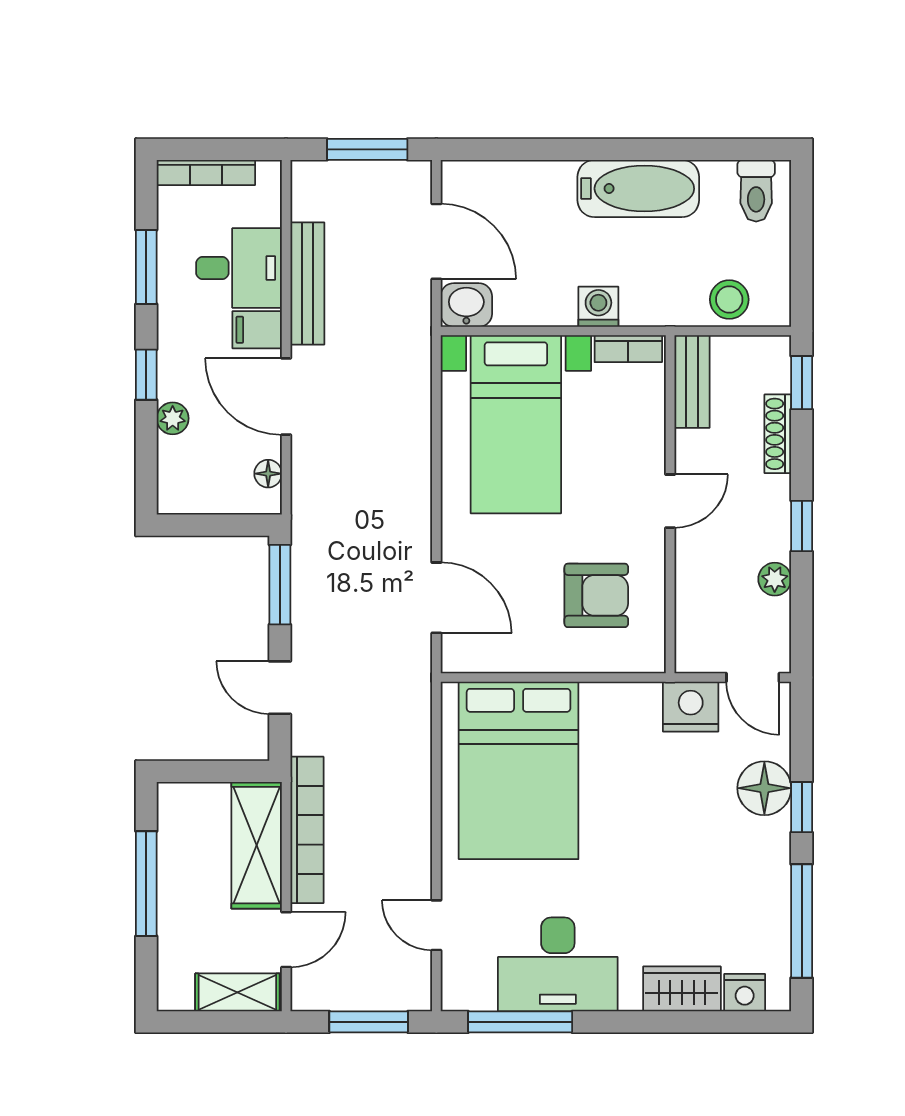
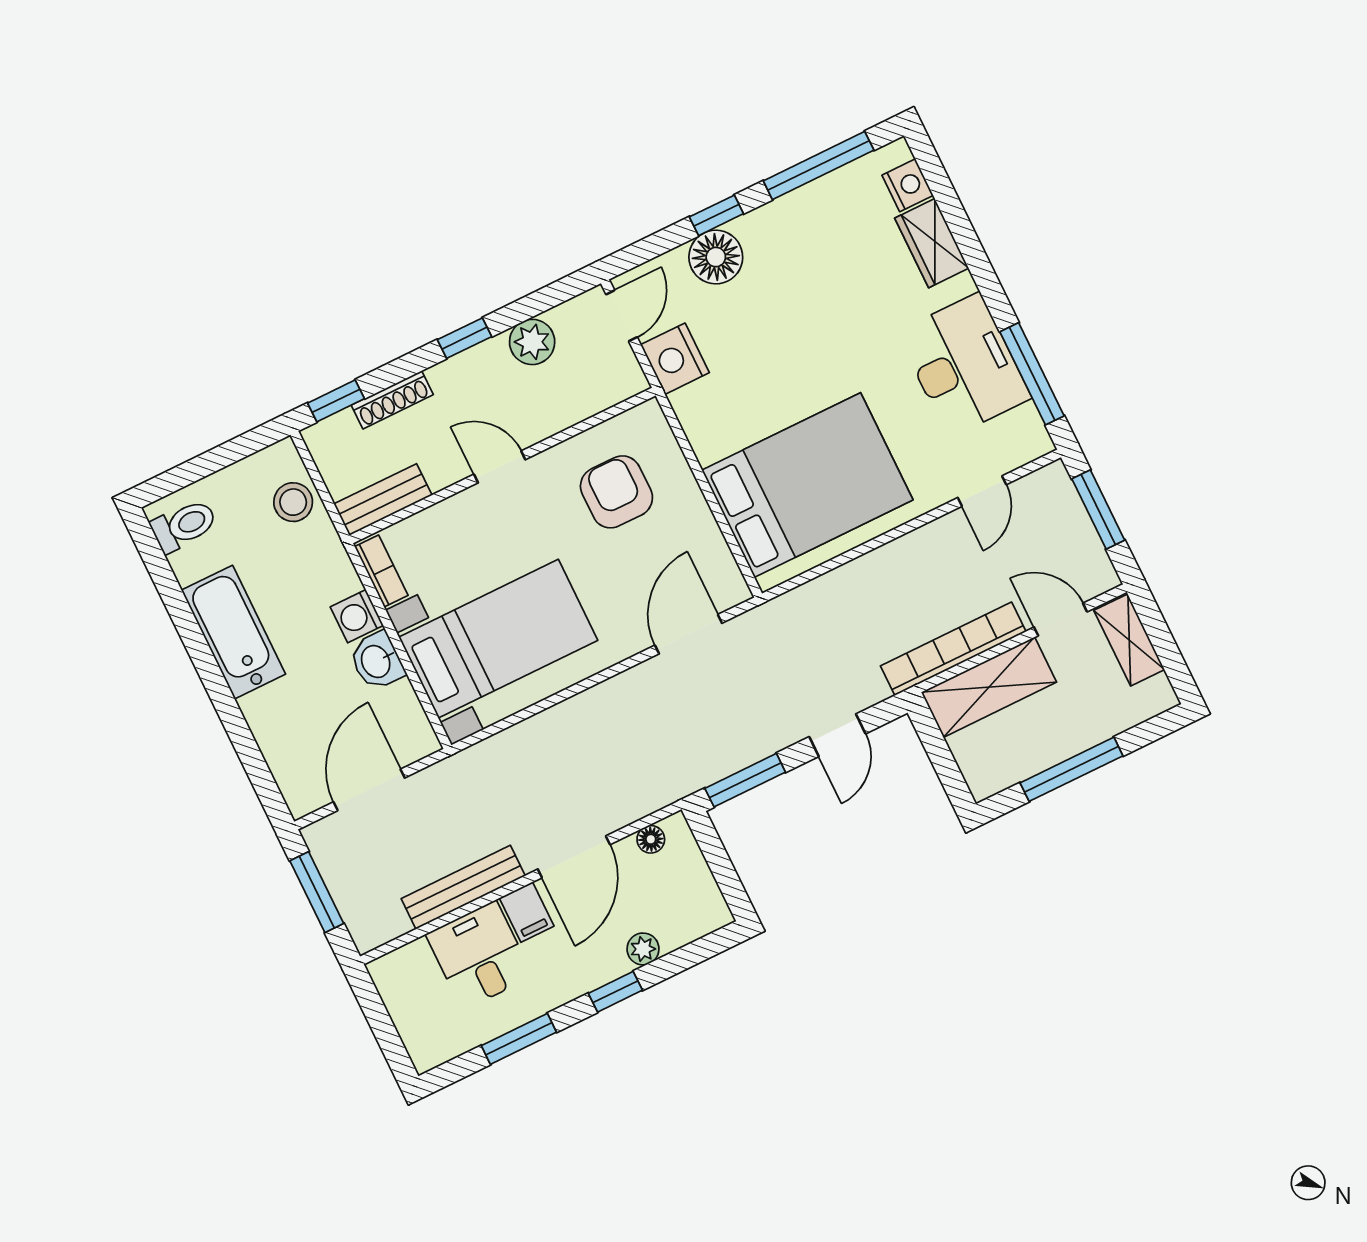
bookcase: (206, 172) -> (408, 1027), removed
washbasin: (466, 305) -> (377, 661), moved
plant: (775, 579) -> (532, 342), width x1.38, depth x1.38

